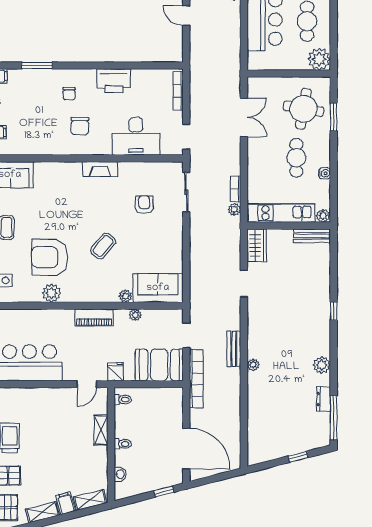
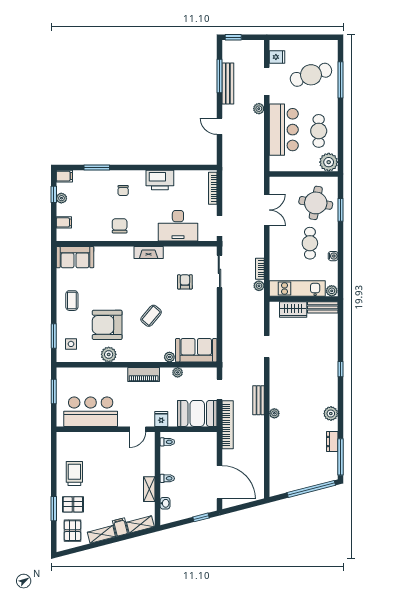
chair: (80, 126) -> (120, 226), moved, turned 180
wardrobe: (257, 245) -> (293, 309), moved, turned 90
shelving: (101, 430) -> (149, 489), moved
window: (298, 457) -> (311, 489), width x3.17

